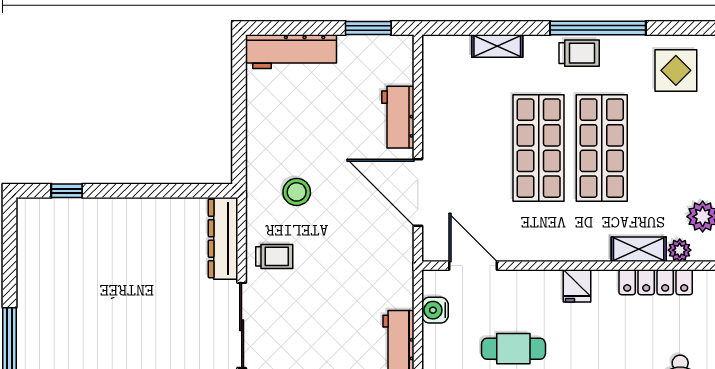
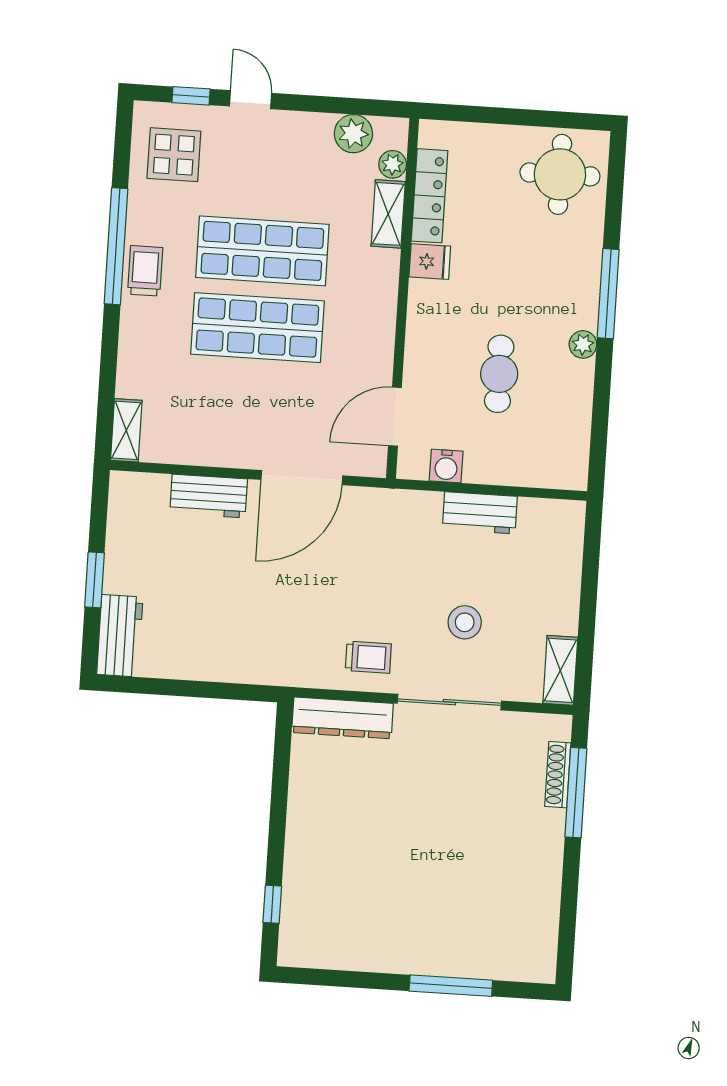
window: (368, 28) -> (95, 580), moved
shelving: (497, 46) -> (126, 430), moved
workbench: (291, 52) -> (120, 636), width x0.73
stool: (297, 192) -> (465, 622), moved
trolley: (274, 256) -> (368, 657), turned 90
fridge: (577, 286) -> (430, 262), moved

